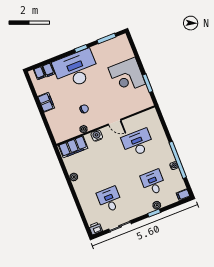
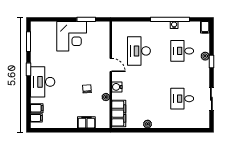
desk: (76, 69) -> (43, 82), width x0.73, depth x0.77
filing cabinet: (46, 102) -> (86, 122), moved
door: (115, 122) -> (111, 65), hinge flipped
printer: (96, 228) -> (204, 123), removed

